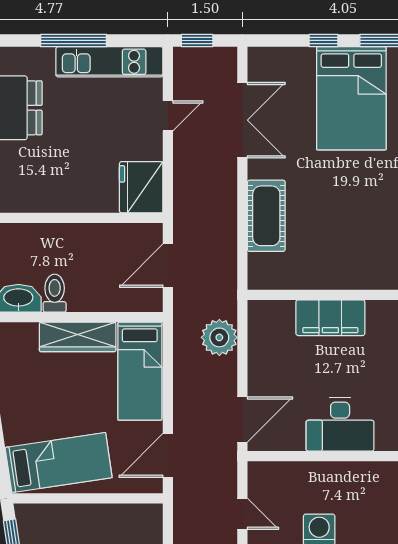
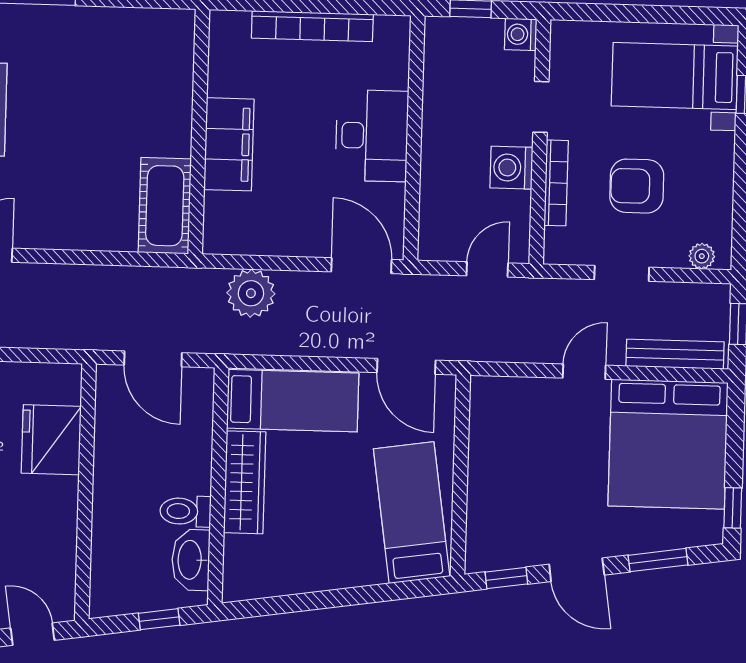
fridge: (141, 187) -> (51, 440), moved, turned 90
cot: (266, 216) -> (165, 206), moved, turned 90

